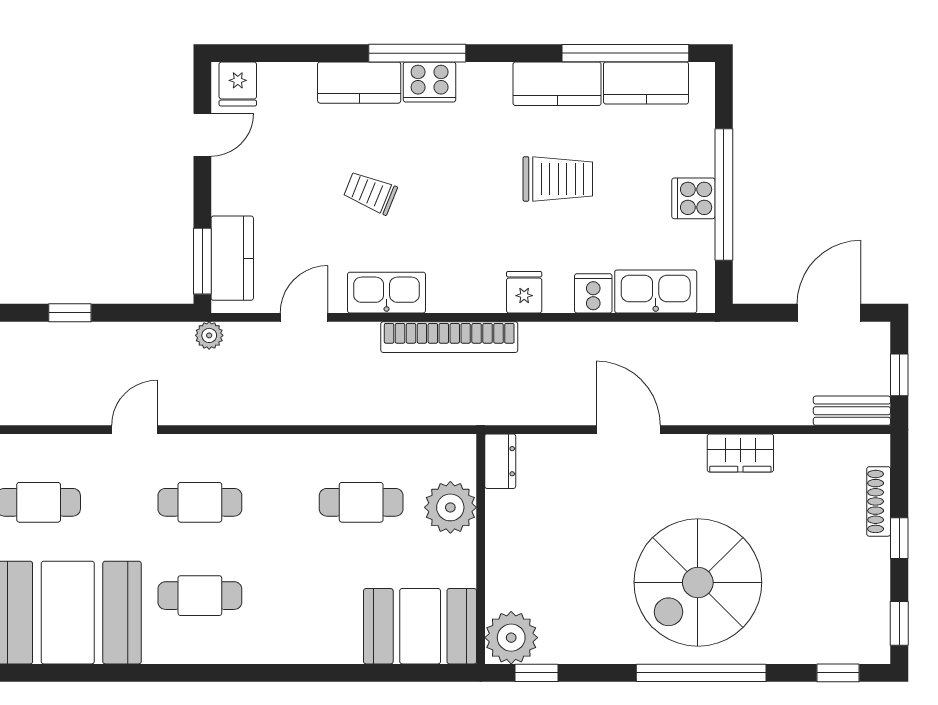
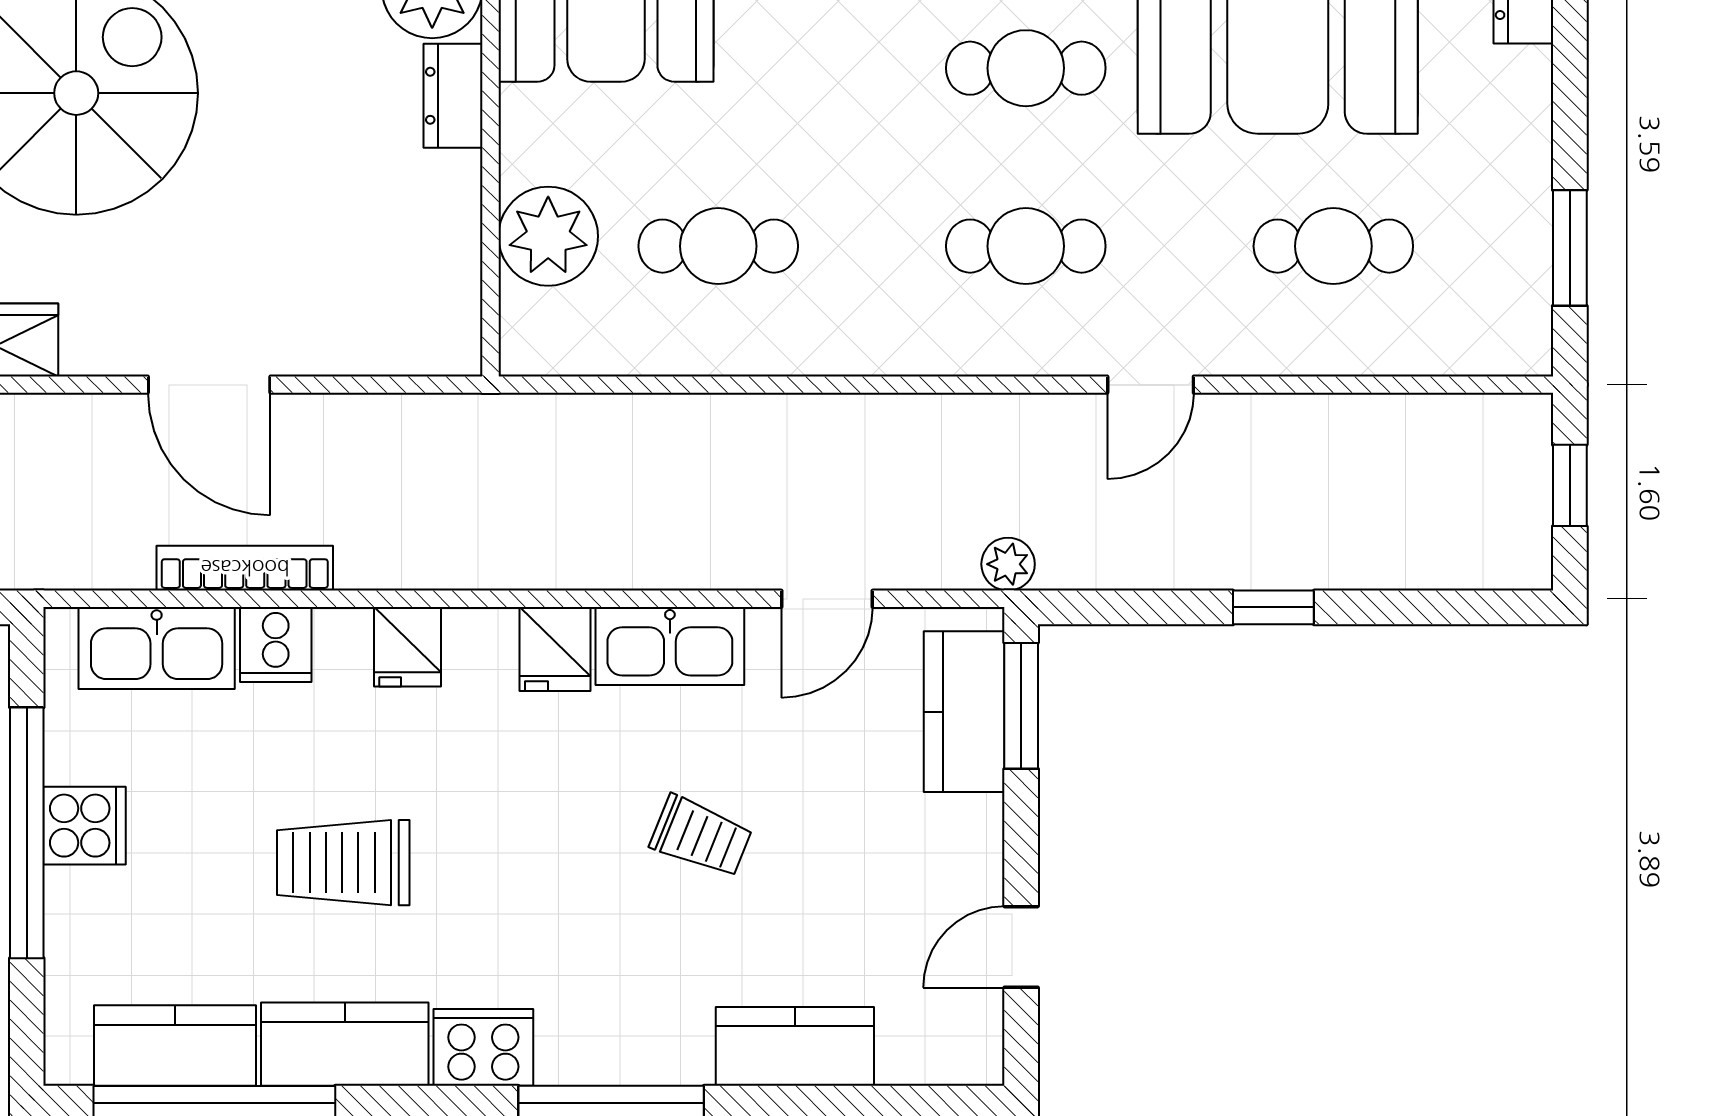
cooker: (430, 82) -> (483, 1047), moved
kitchen counter: (359, 83) -> (795, 1046), moved
fridge: (238, 84) -> (555, 649), moved, turned 180
bookcase: (449, 337) -> (245, 568), moved, width x0.68, depth x0.76
dresser: (500, 461) -> (453, 96), moved

